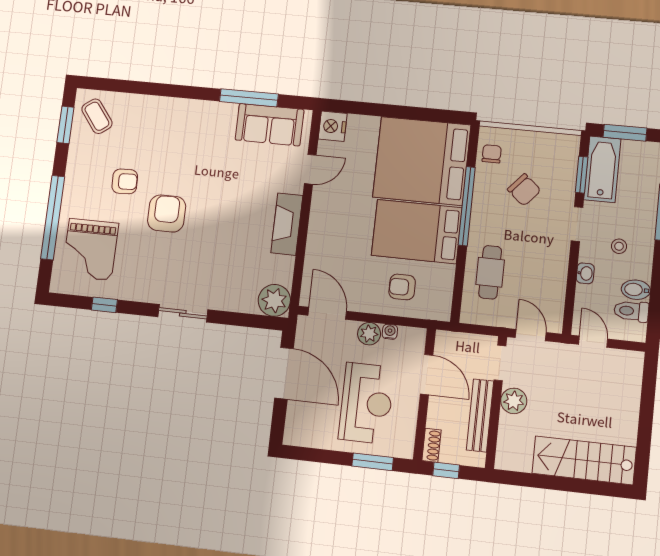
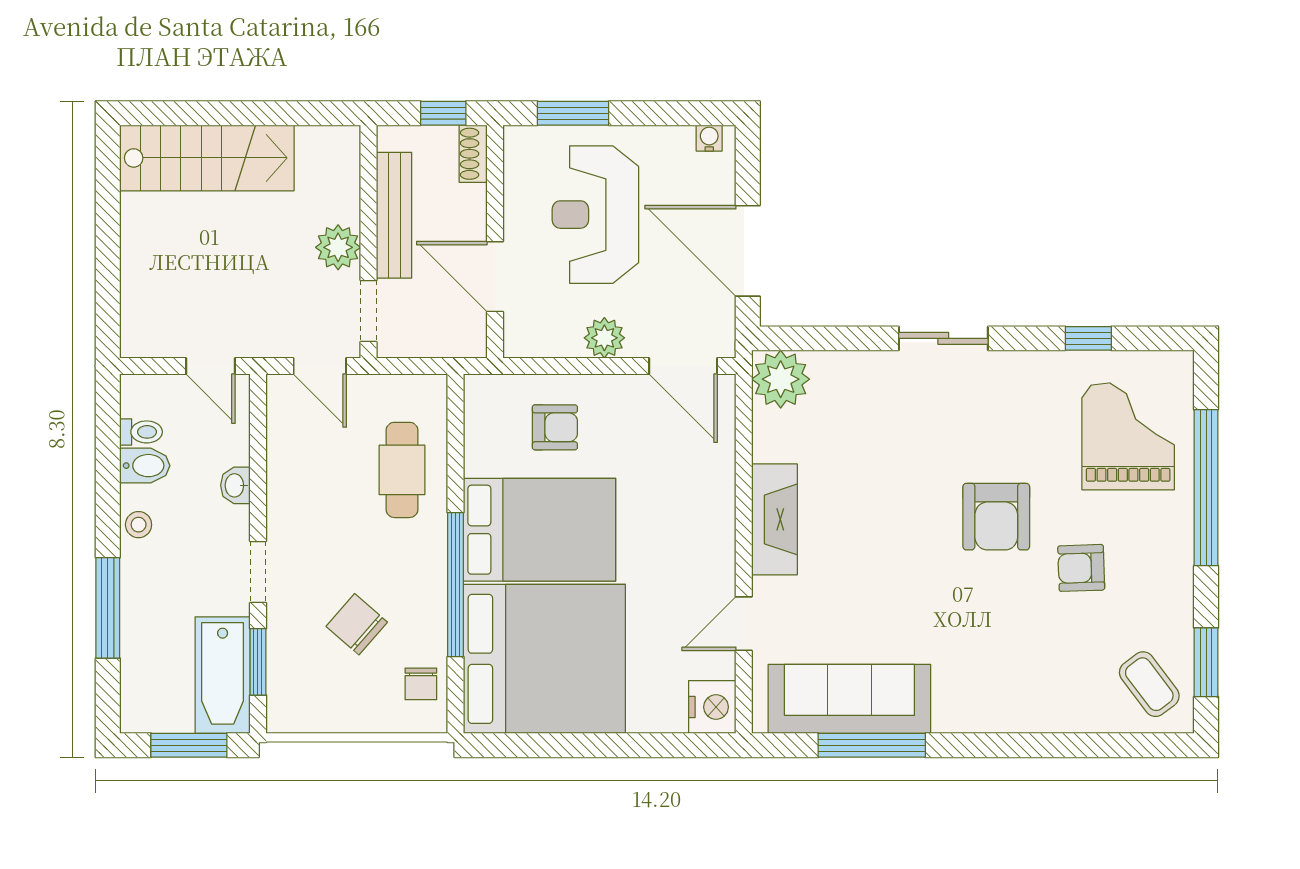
sofa: (269, 125) -> (849, 699), width x1.36
stool: (619, 246) -> (139, 525), moved
toilet: (631, 311) -> (141, 432), width x0.73, depth x0.72
water cooler: (390, 332) -> (709, 138), moved, turned 180

